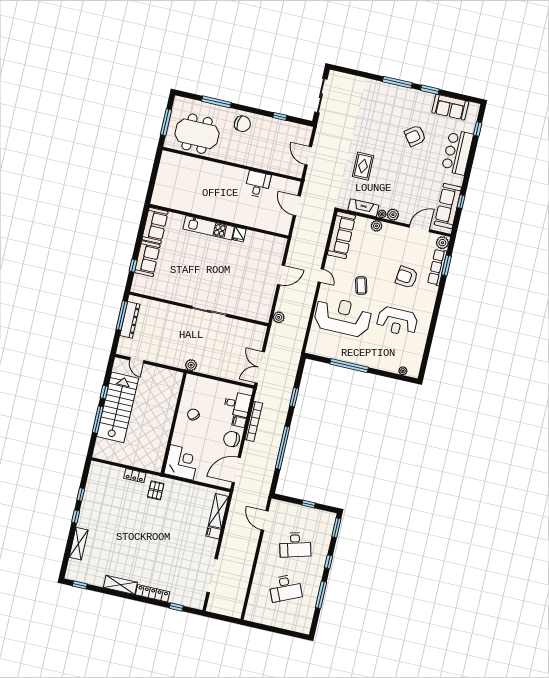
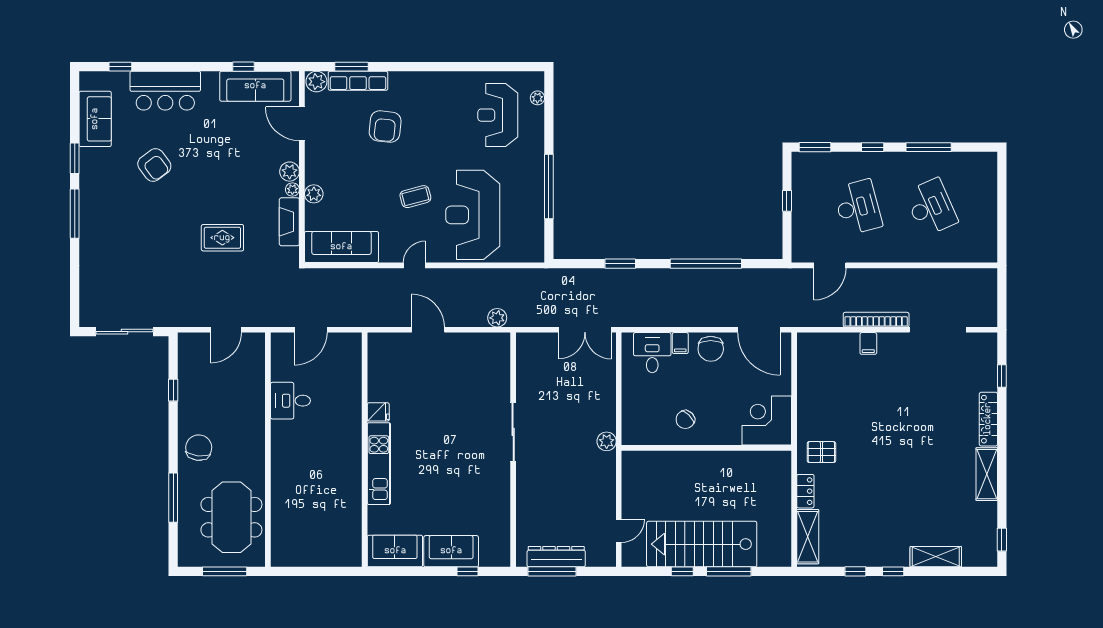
reception desk: (397, 321) -> (498, 115), moved, turned 180
bookcase: (254, 421) -> (876, 320), moved
shelving: (218, 511) -> (808, 537), moved, turned 90

